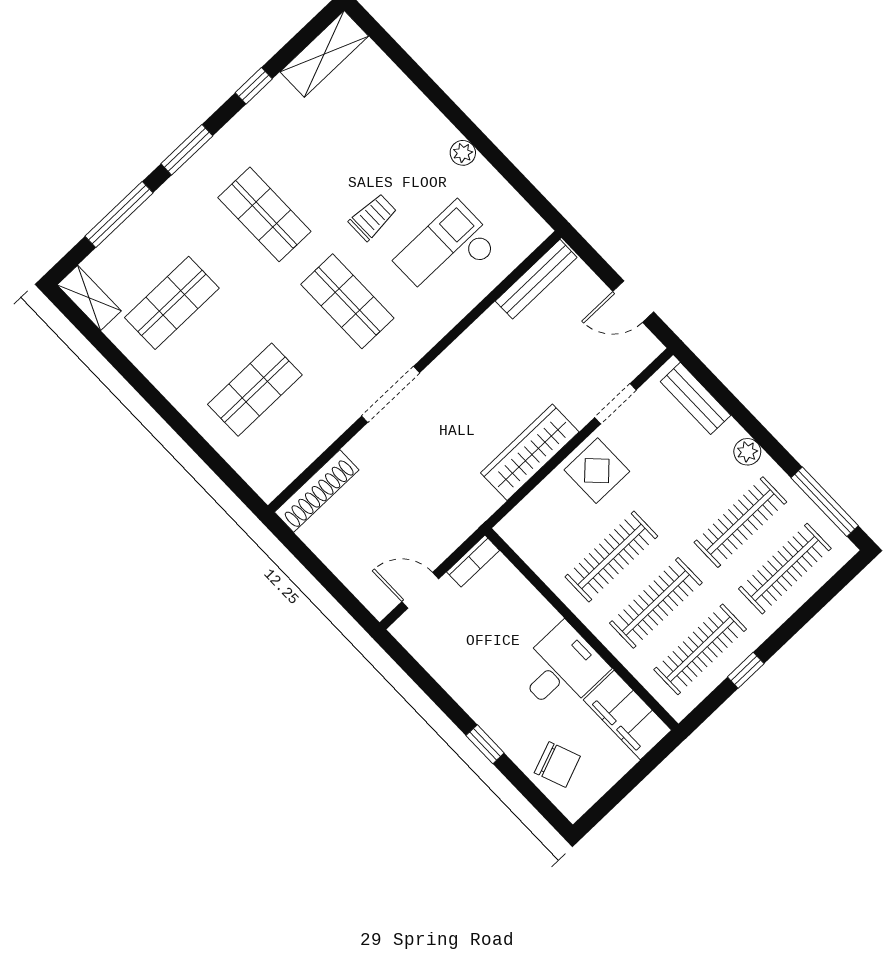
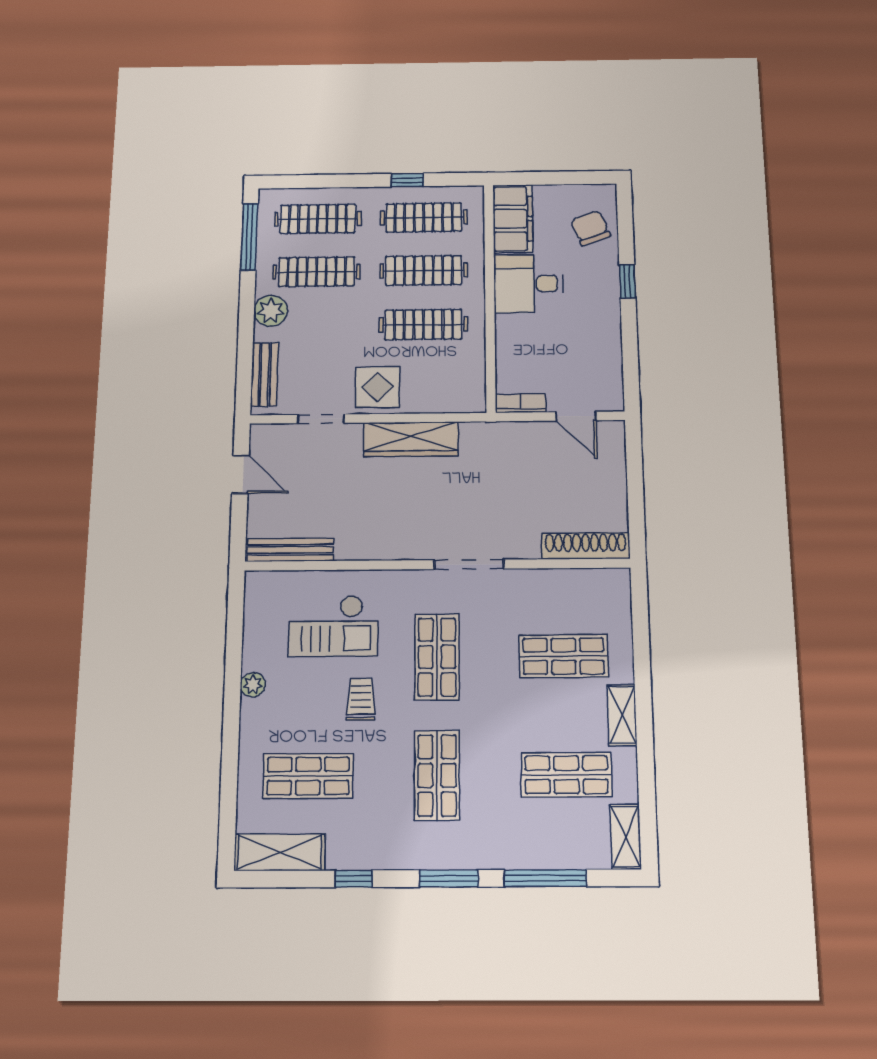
shop shelf: (357, 126) -> (308, 776), added
trolley: (373, 217) -> (361, 699), turned 90
shelving: (172, 385) -> (622, 715), added
plant: (747, 452) -> (271, 311), width x1.38, depth x1.38

